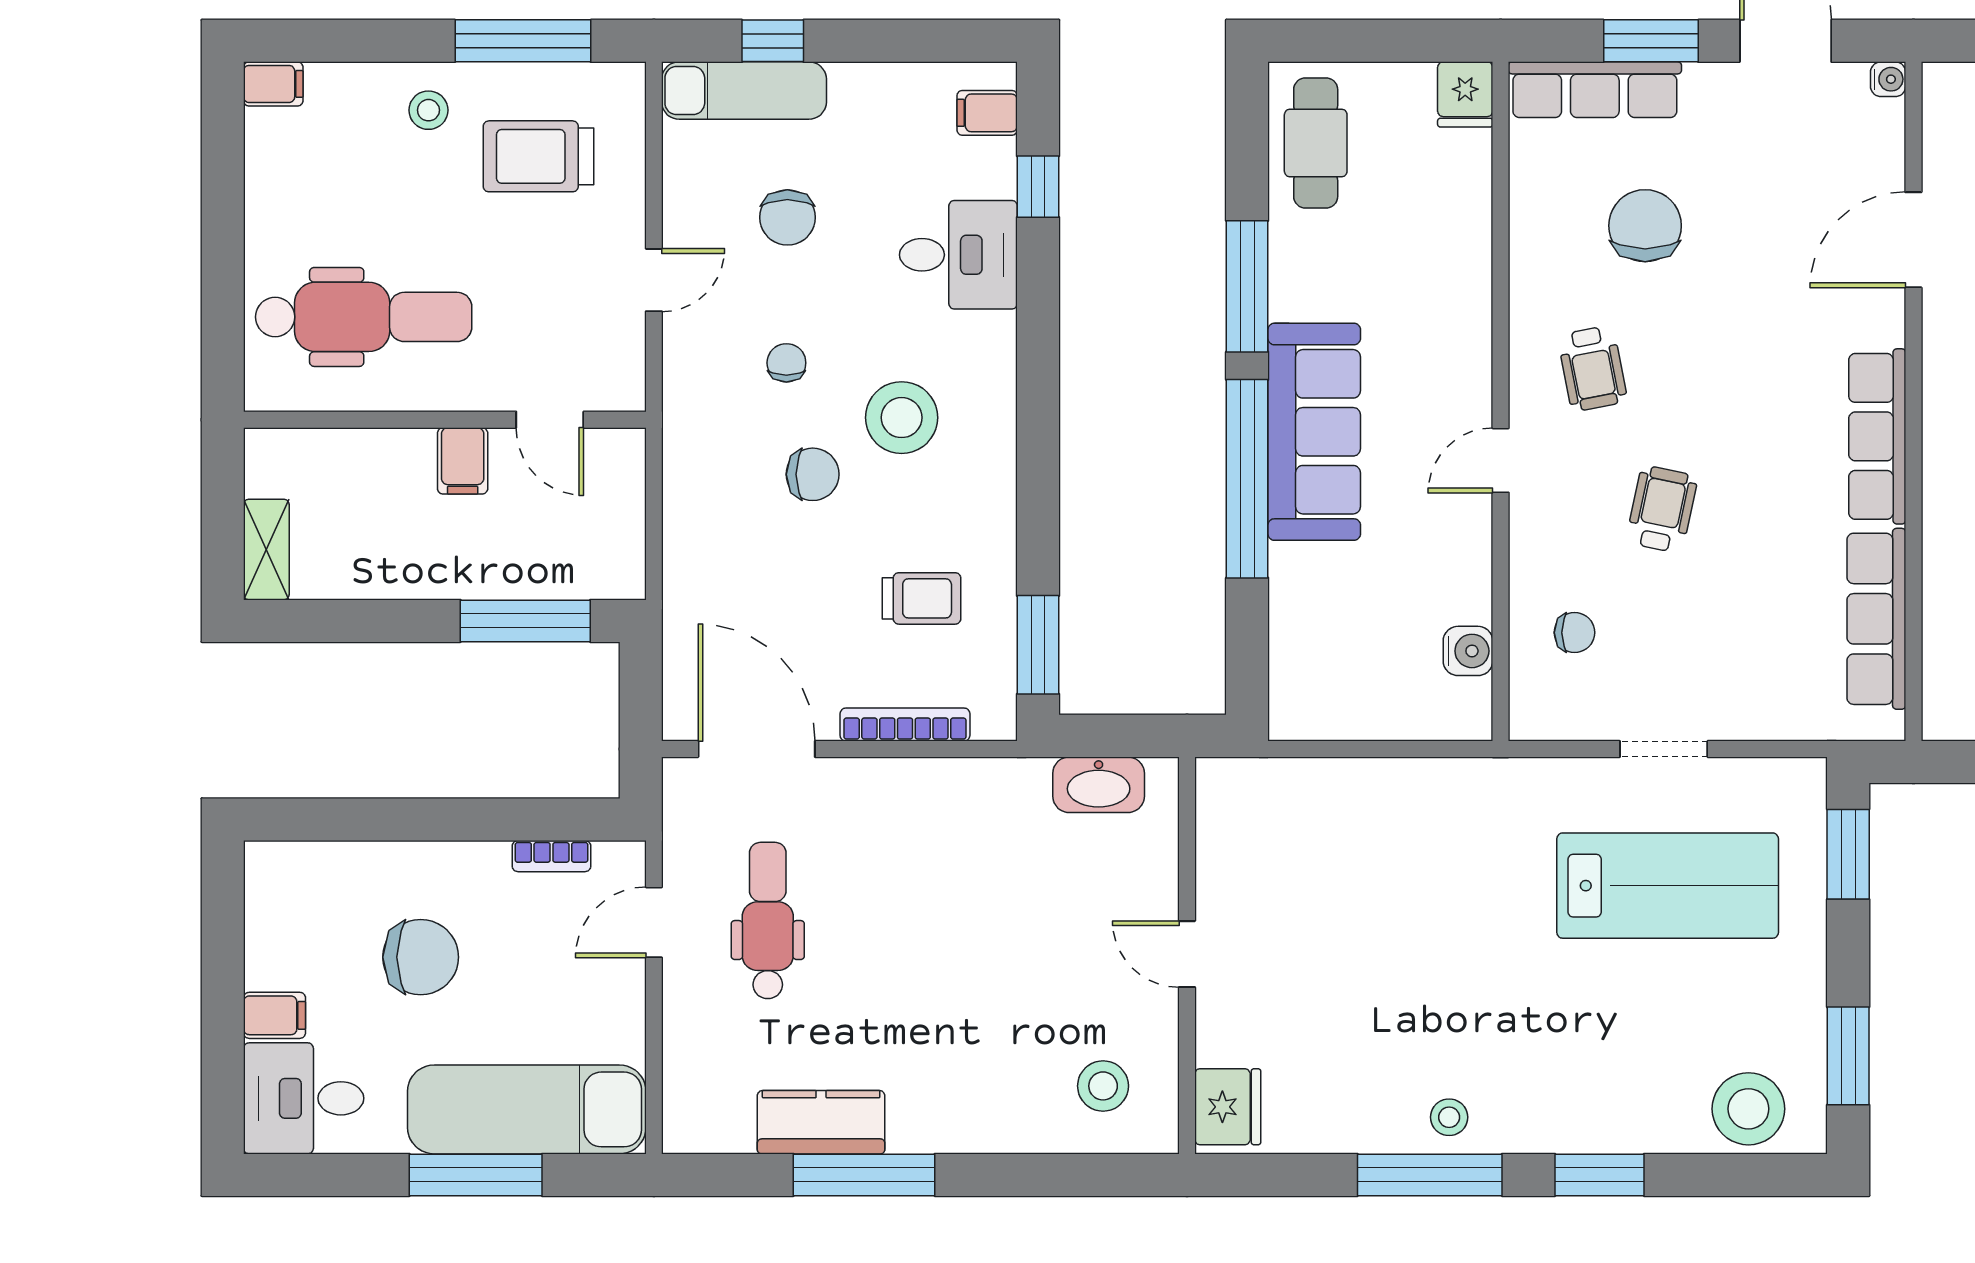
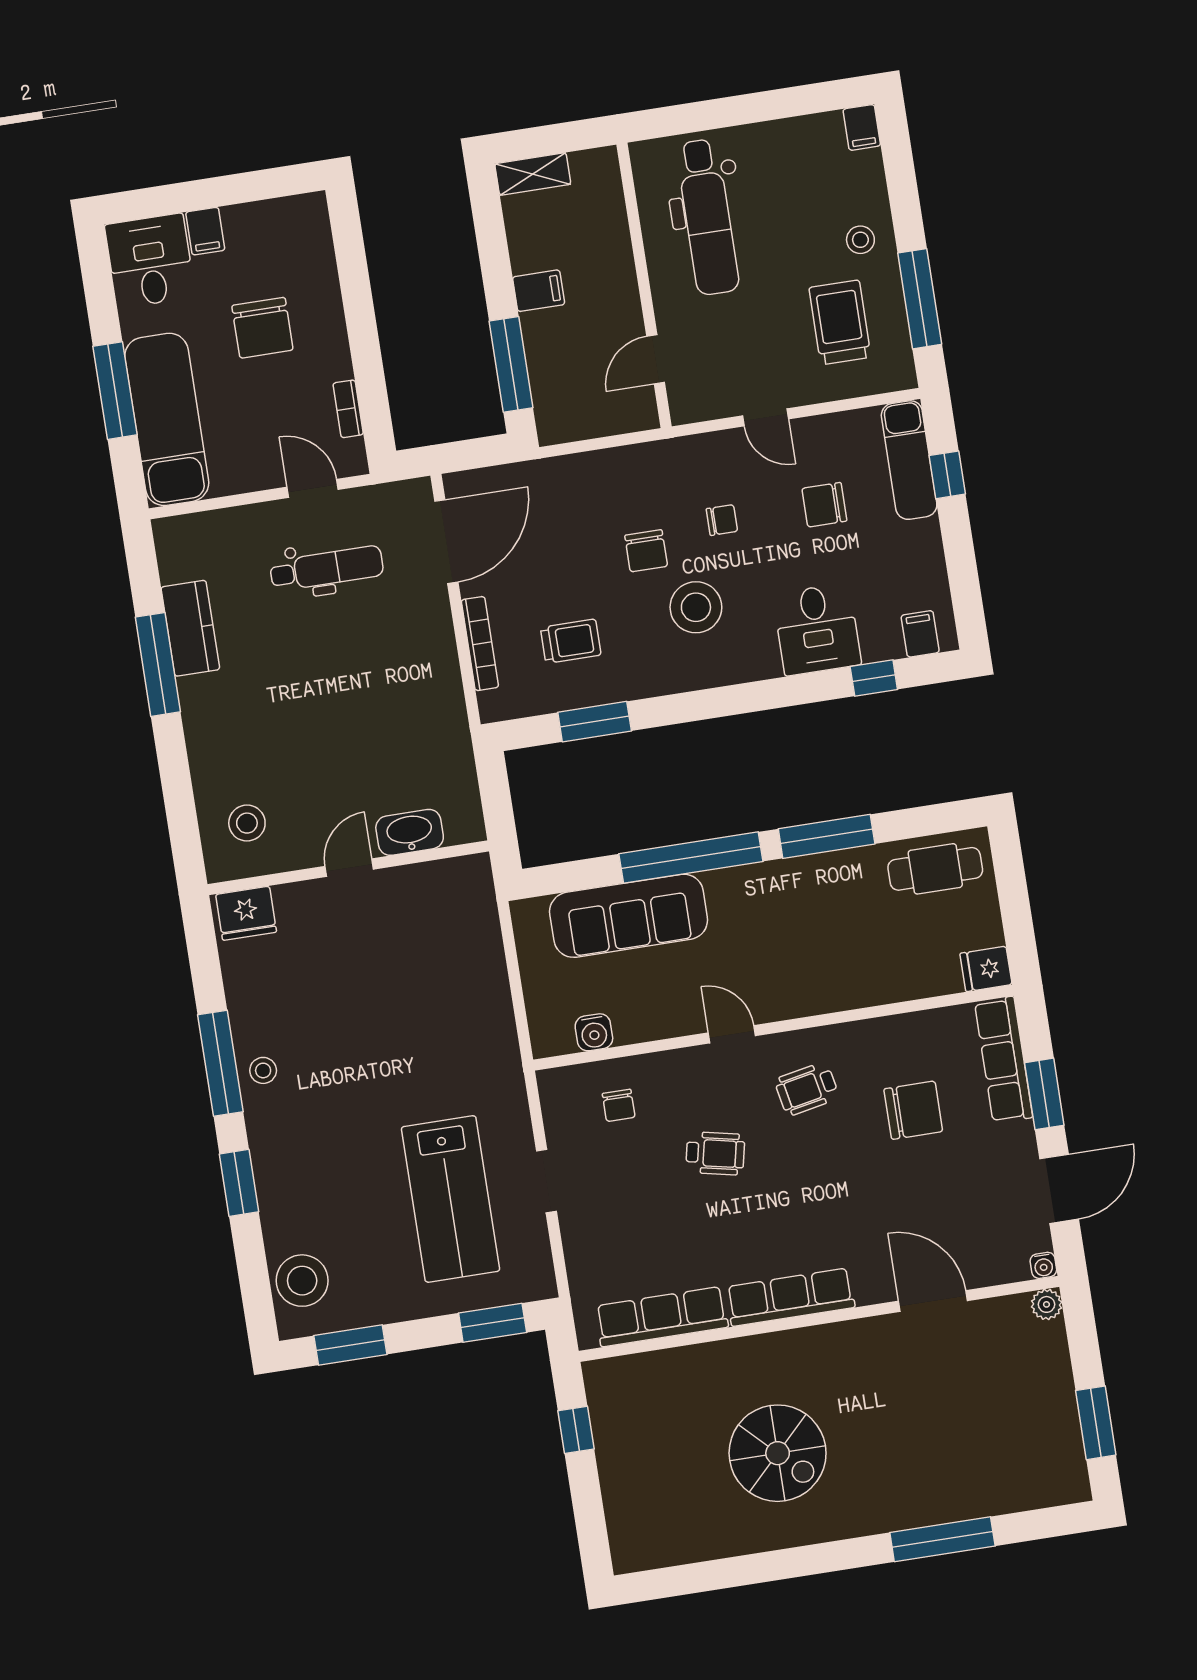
plant: (1943, 83) -> (1047, 1304), added
sofa: (1314, 432) -> (629, 916), moved
filing cabinet: (463, 461) -> (539, 291), moved, turned 180
trolley: (922, 598) -> (571, 641), turned -90
window: (1038, 645) -> (595, 722), moved
washbasin: (1099, 785) -> (410, 832), moved, turned 90

